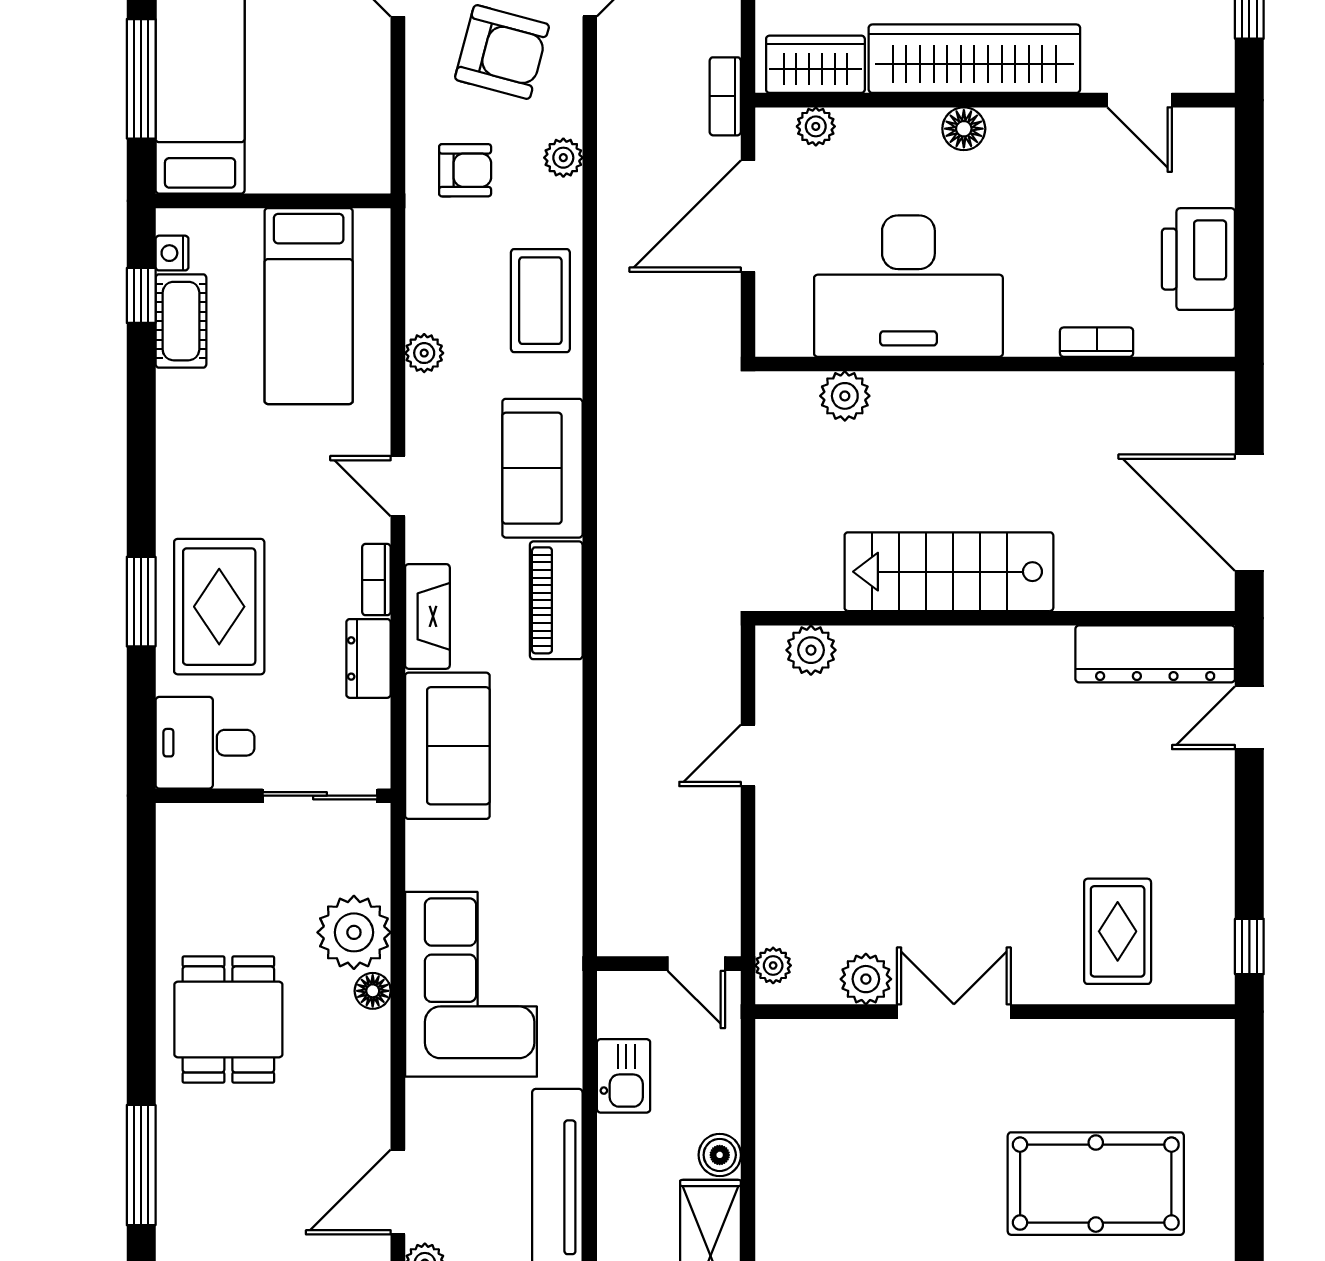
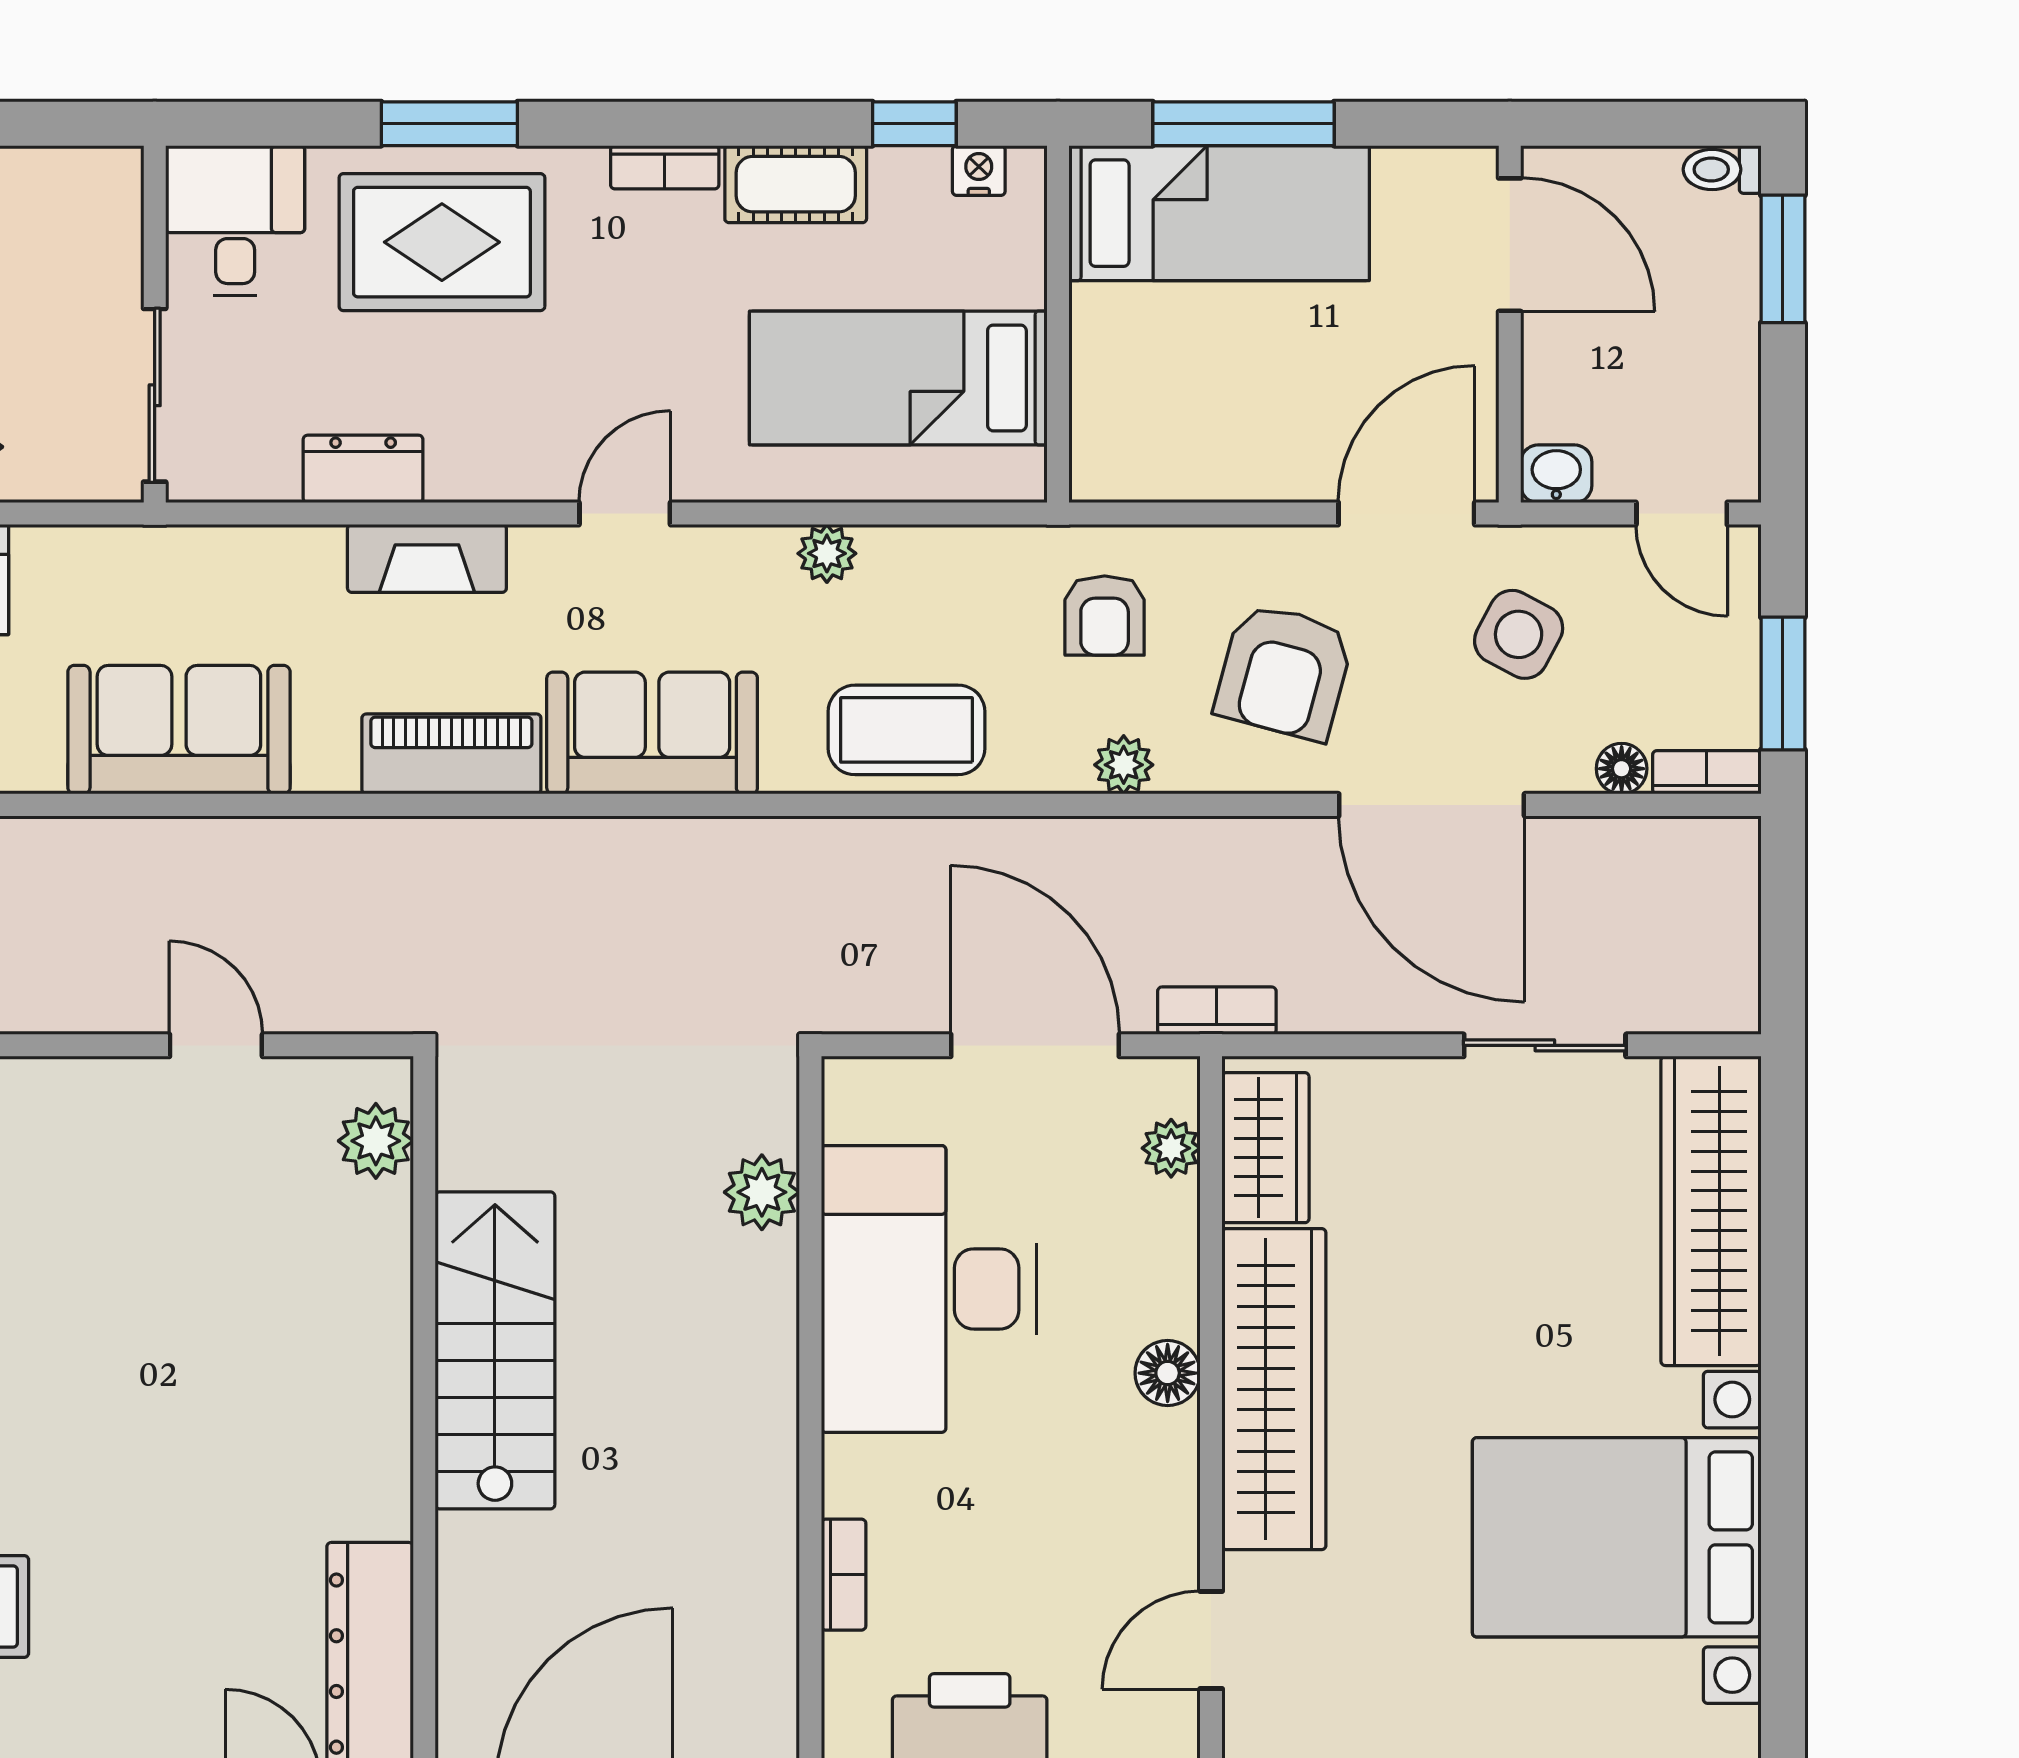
cot: (181, 321) -> (796, 184), moved
bookcase: (376, 580) -> (665, 167), moved, turned 180
sofa: (447, 746) -> (179, 730), moved, turned 180

